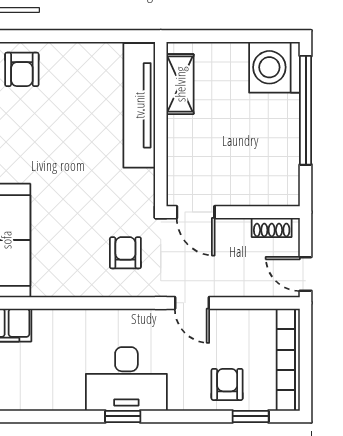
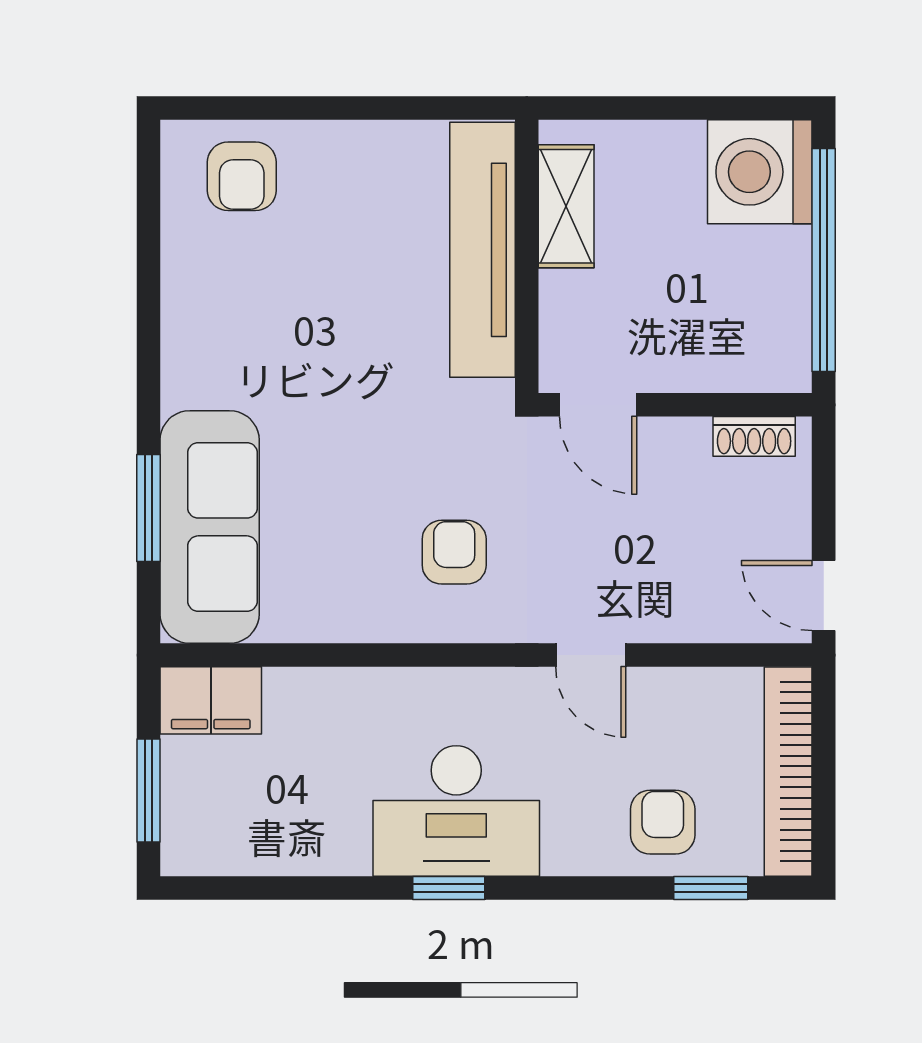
door: (196, 212) -> (598, 405), moved
wall: (233, 212) -> (675, 405), moved
shoe rack: (272, 227) -> (754, 436), moved

